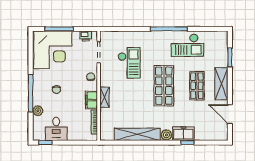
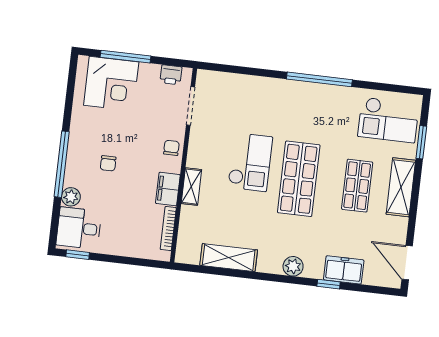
checkout: (187, 45) -> (388, 120), moved
corner desk: (53, 50) -> (111, 84), width x0.74, depth x0.74
checkout: (129, 63) -> (250, 162), moved
door: (230, 114) -> (407, 263), moved
desk: (56, 129) -> (79, 228), moved, turned 90
shelving: (137, 134) -> (229, 258), width x0.68
freezer: (183, 134) -> (344, 270), moved

